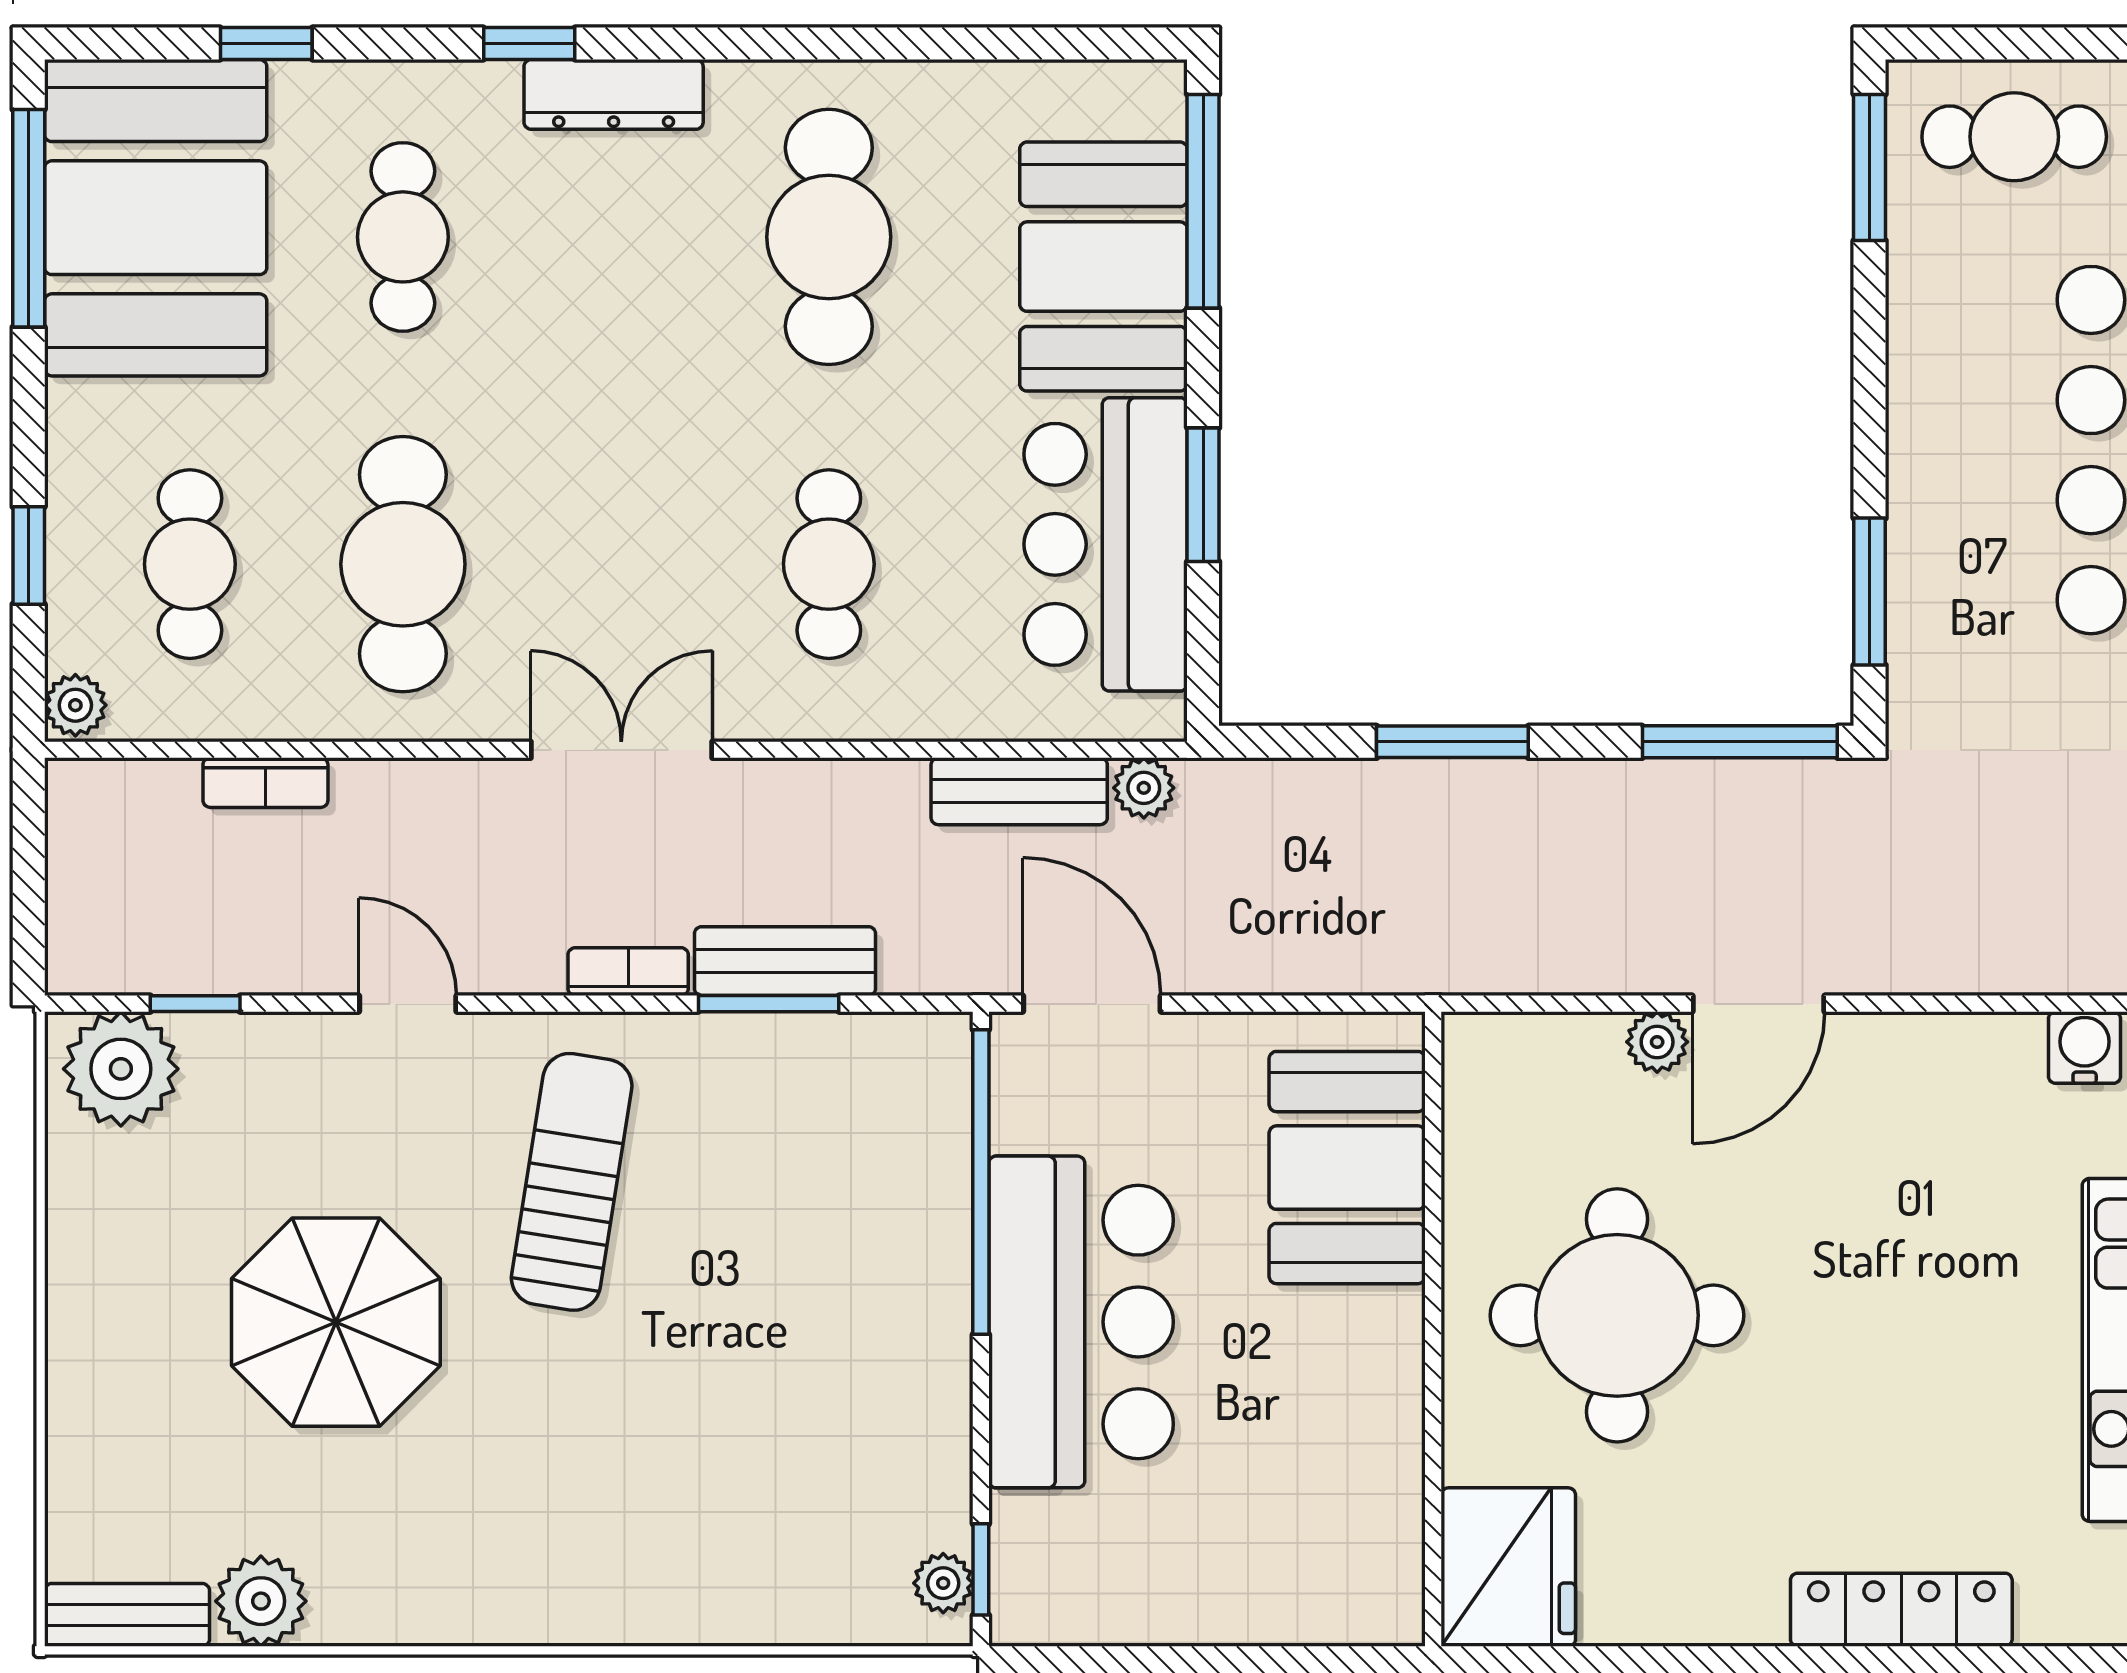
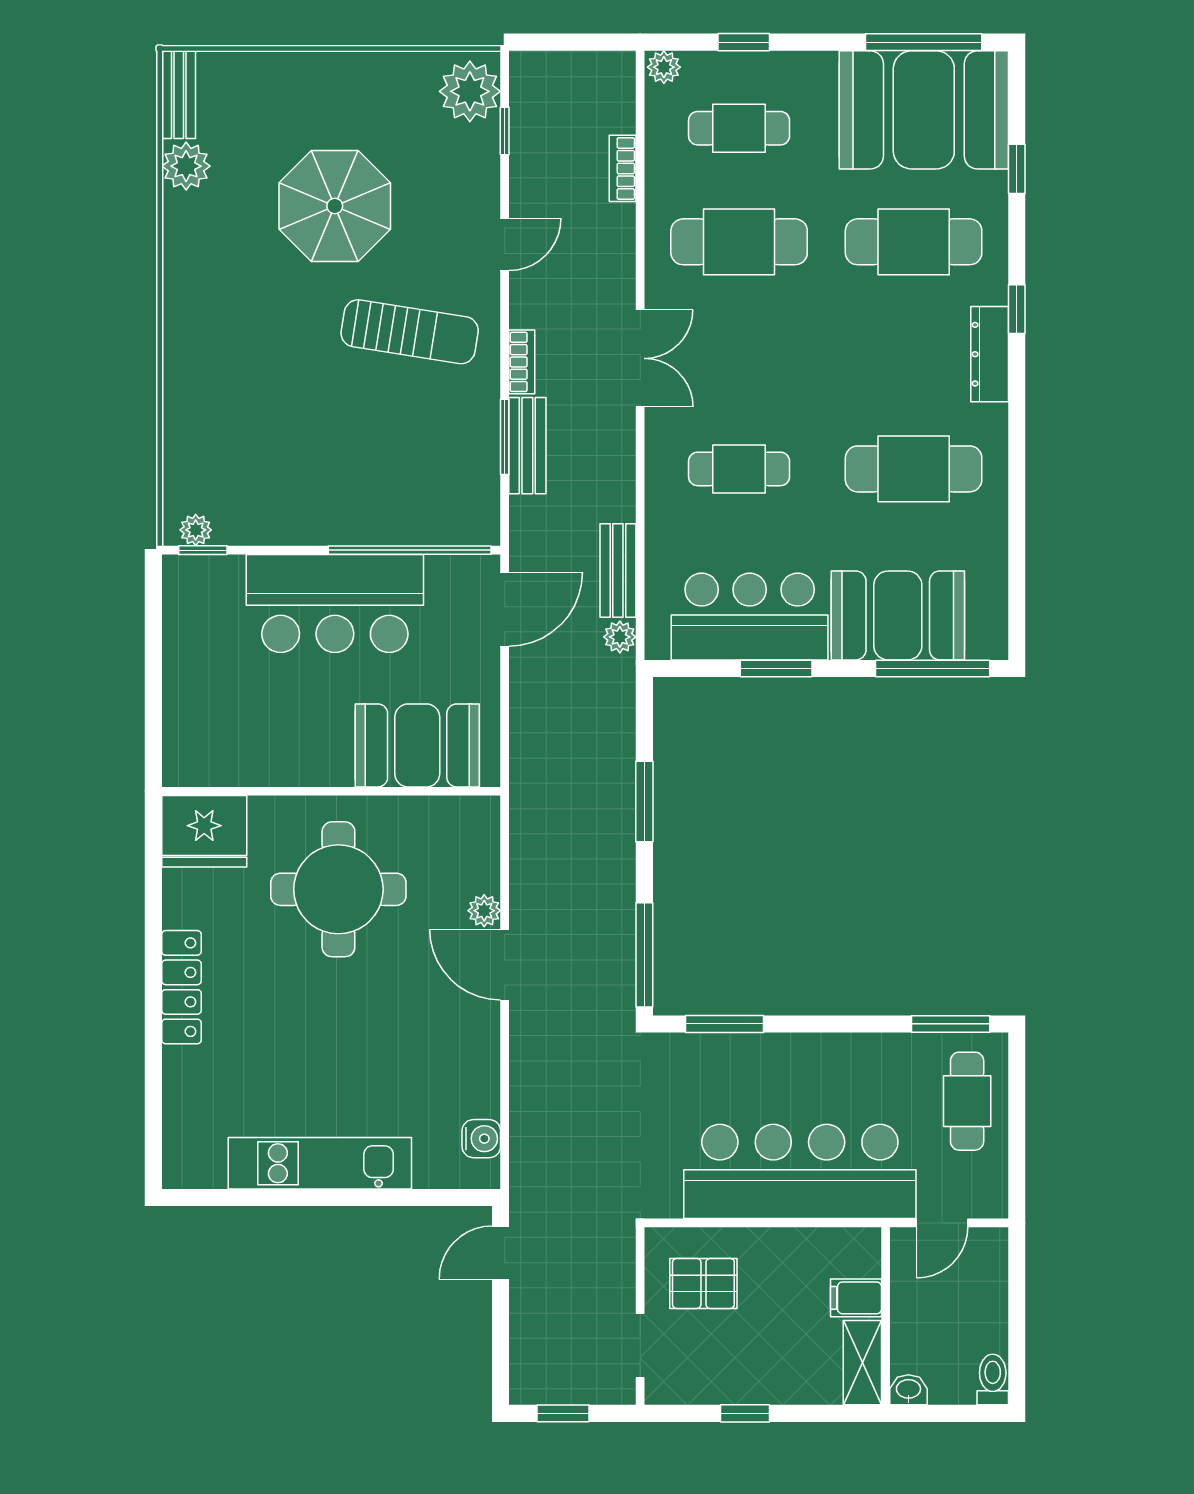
cafe table: (403, 237) -> (914, 242), width x1.37, depth x1.35
locker: (1901, 1610) -> (181, 987), moved

